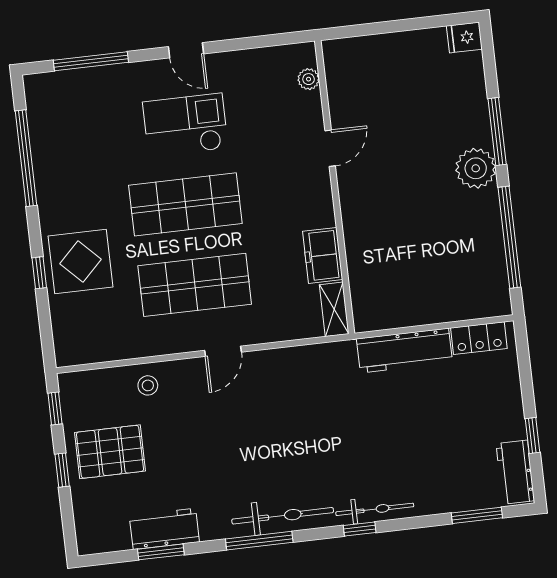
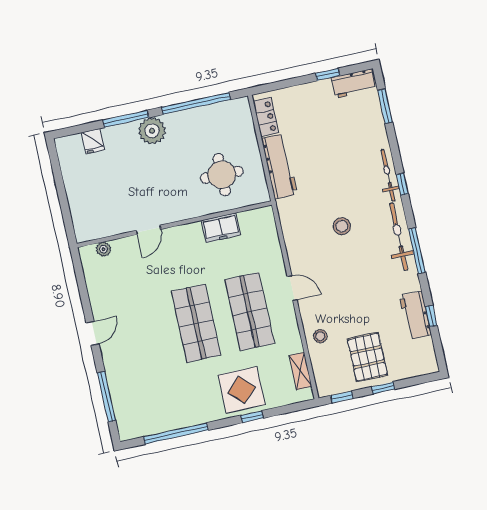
fridge: (464, 37) -> (93, 141), moved
checkout: (185, 125) -> (143, 329), removed
door: (330, 148) -> (149, 230), swing flipped
round table: (401, 264) -> (222, 175), added
shelving: (334, 309) -> (300, 371), moved, turned 90
stool: (307, 434) -> (342, 226), added
window: (161, 552) -> (431, 316), width x0.67

